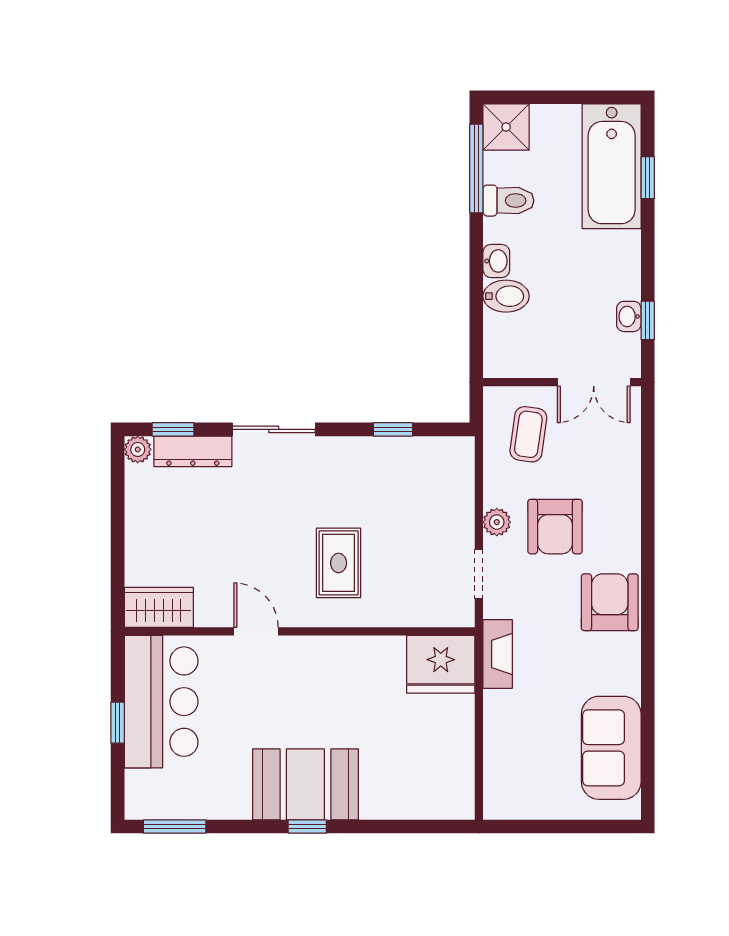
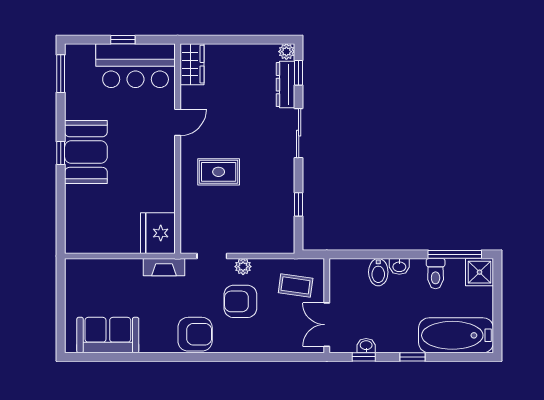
window: (648, 178) -> (413, 357), moved

